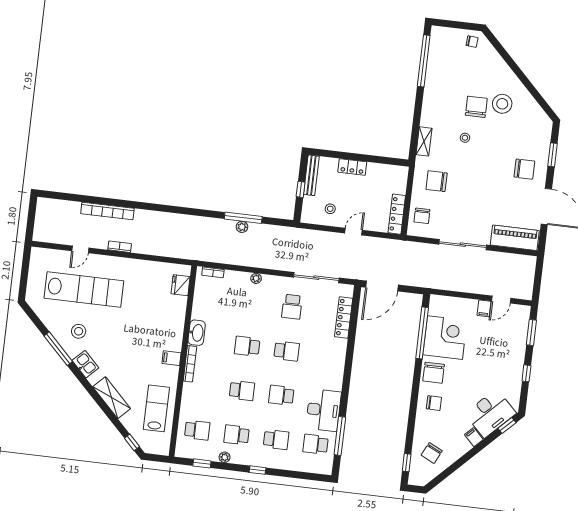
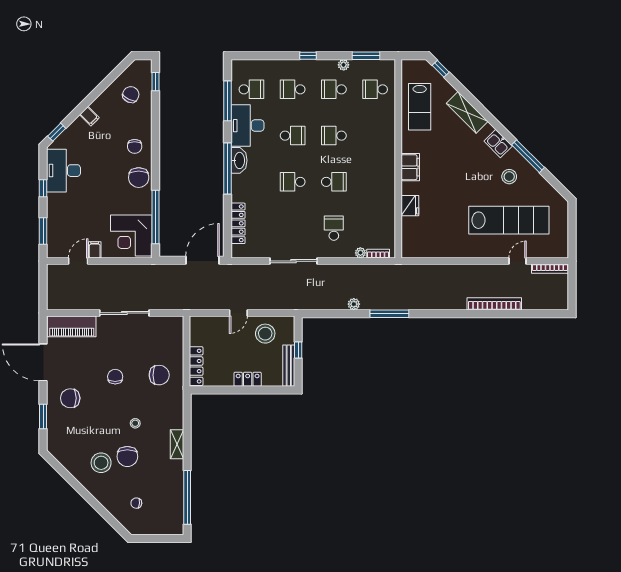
chair: (472, 42) -> (136, 503), moved
shelving: (424, 141) -> (177, 444), moved
stool: (330, 209) -> (265, 334), width x1.89, depth x1.89
locker: (397, 214) -> (196, 366), moved
chair: (422, 216) -> (115, 377), moved
window: (243, 218) -> (389, 314), moved
bookcase: (120, 247) -> (550, 269), moved, width x1.56
plant: (256, 278) -> (360, 253), moved
sliding door: (316, 278) -> (294, 261), moved
fridge: (181, 285) -> (410, 206), moved
lab bench: (84, 290) -> (509, 220), turned 180
school desk: (292, 307) -> (334, 228), moved
washbasin: (197, 333) -> (239, 160), moved, turned 180
corner desk: (445, 338) -> (131, 235), moved
filing cabinet: (171, 358) -> (410, 167), width x2.00
bookcase: (190, 364) -> (391, 157), removed
window: (347, 371) -> (227, 169), added
chair: (434, 373) -> (139, 178), turned 180
chair: (434, 403) -> (135, 146), turned -90
desk: (490, 413) -> (63, 171), moved, turned -45
school desk: (237, 435) -> (334, 89), turned 180
window: (202, 463) -> (366, 56), width x1.50

